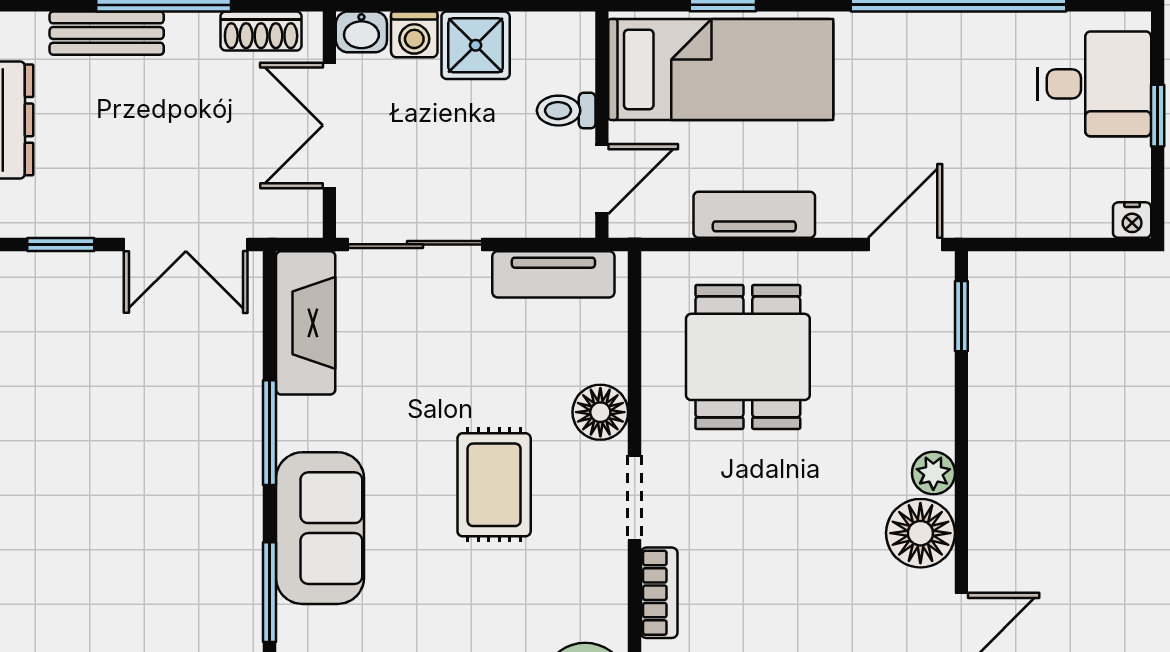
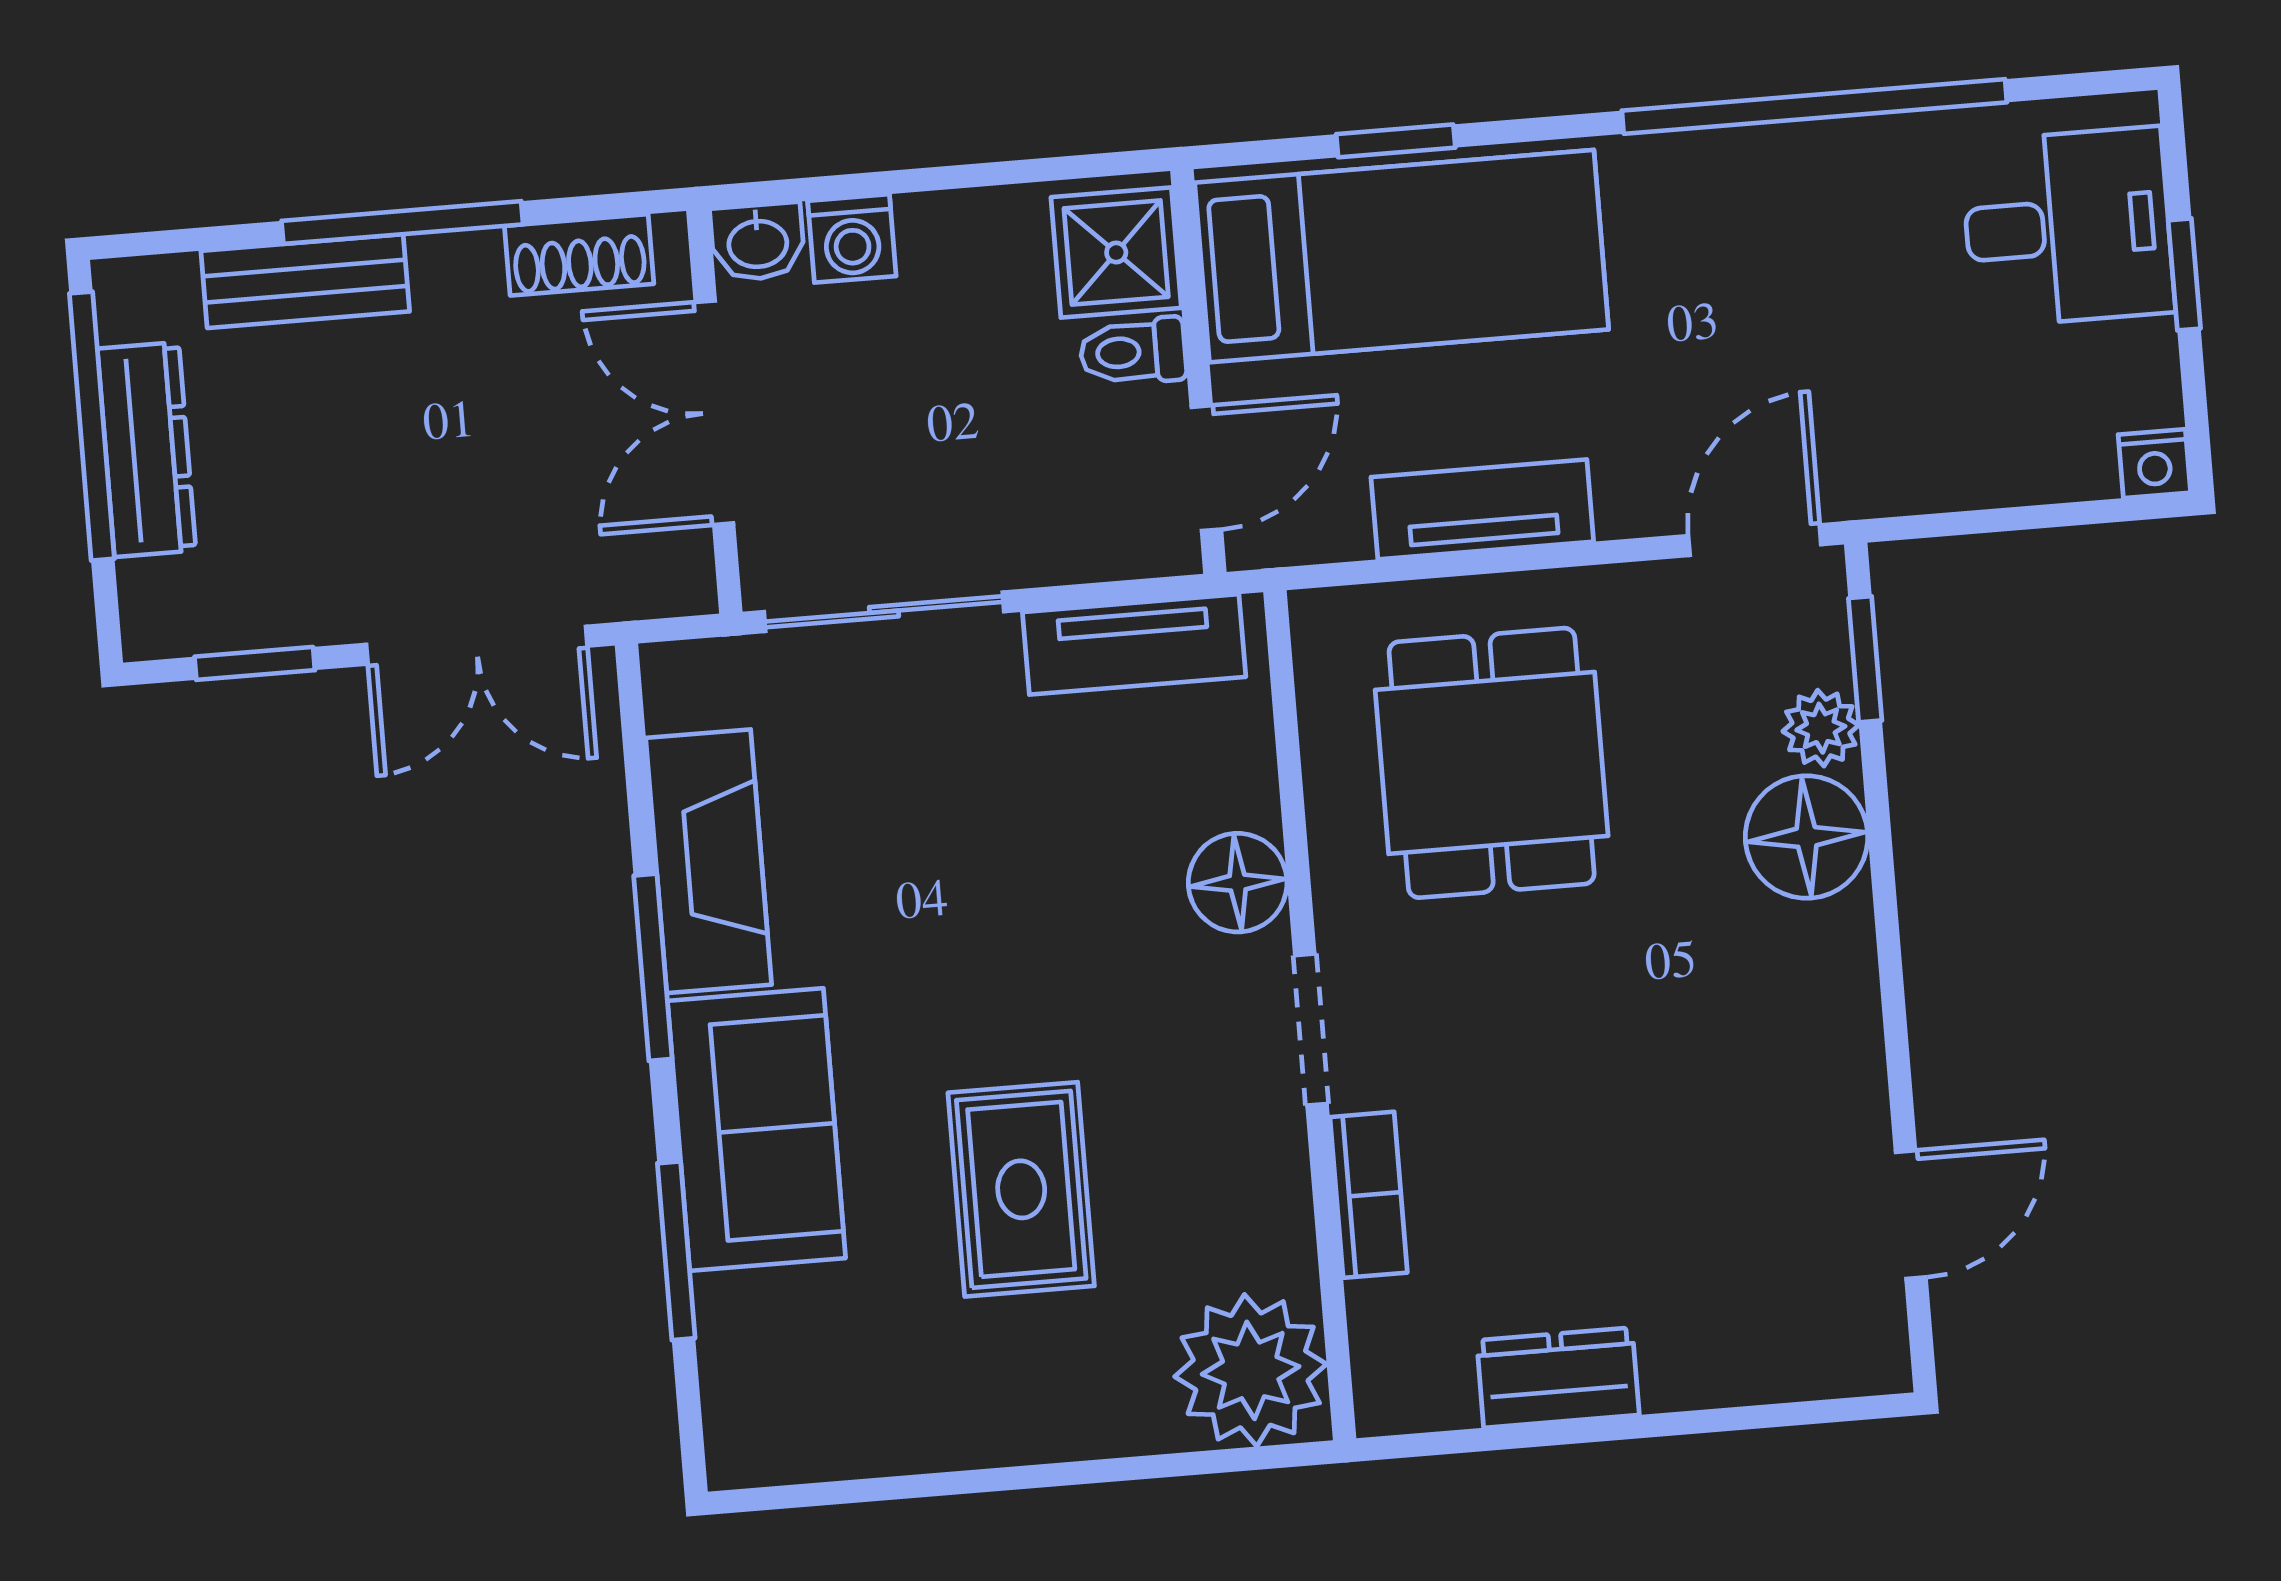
shower: (476, 45) -> (1116, 253), moved
fireplace: (306, 323) -> (709, 861), moved
plant: (933, 473) -> (1821, 728), moved
rug: (494, 485) -> (1021, 1189), moved
floor lamp: (920, 533) -> (1807, 837), moved

